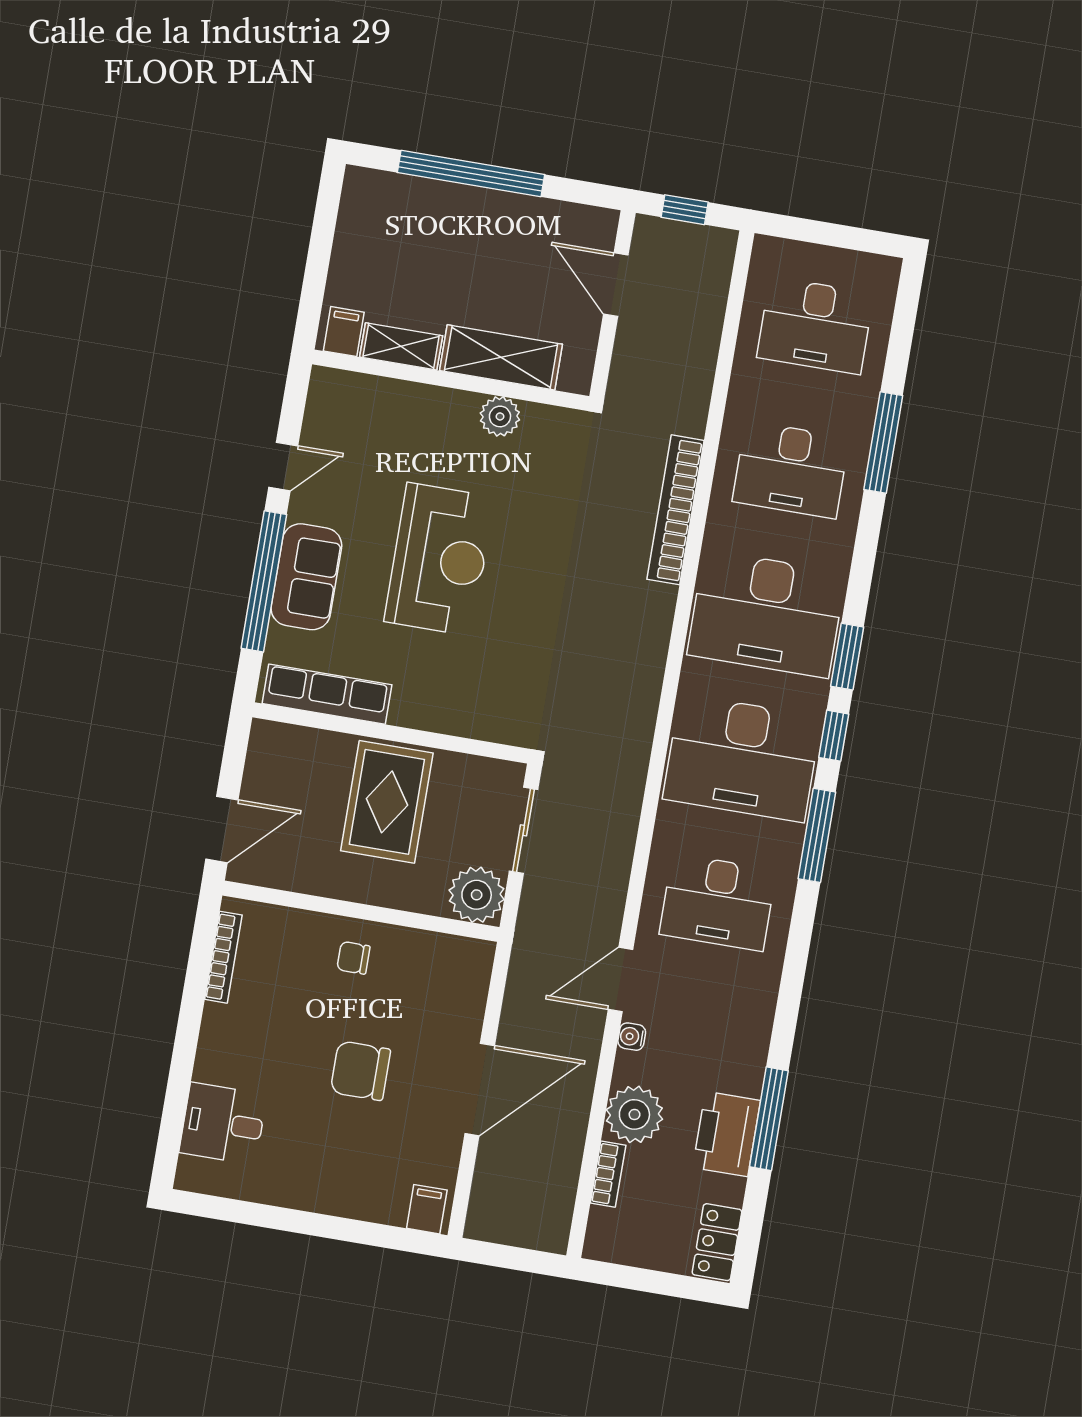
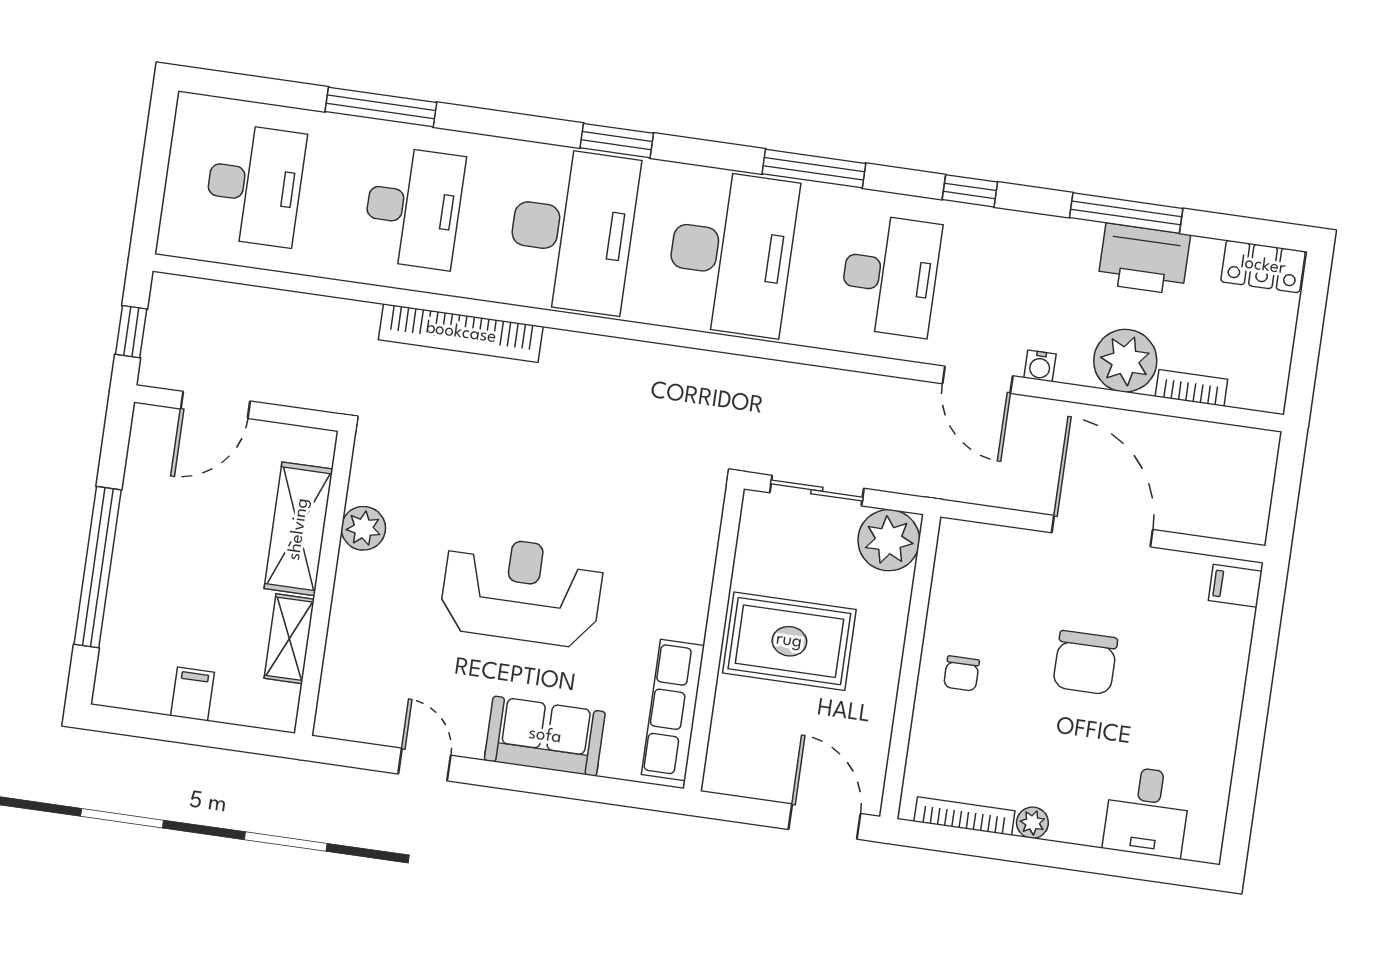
filing cabinet: (344, 332) -> (193, 694), moved, turned 90
window: (264, 581) -> (551, 783), removed
window: (834, 736) -> (970, 191), moved
plant: (216, 1019) -> (1032, 823), added

